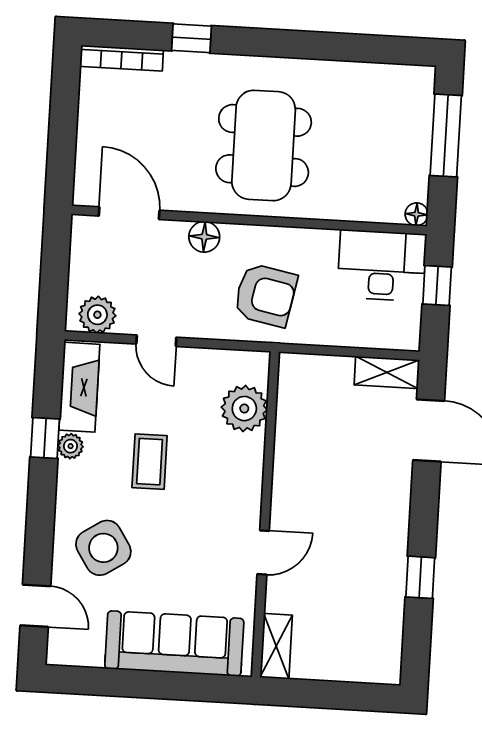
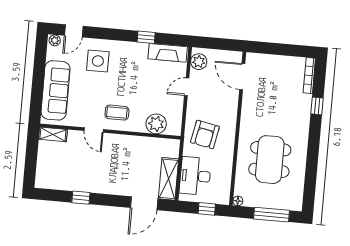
dining table: (264, 145) -> (270, 160), moved, turned 90
door: (129, 213) -> (242, 77), swing flipped
floor lamp: (204, 237) -> (231, 109), removed
desk: (382, 266) -> (195, 176), moved, turned 180
shelving: (387, 372) -> (168, 179), width x1.50, depth x1.33
plant: (71, 446) -> (55, 40), moved
coffee table: (150, 462) -> (117, 113), moved
side table: (103, 548) -> (98, 61), turned 33

